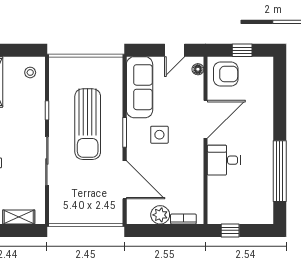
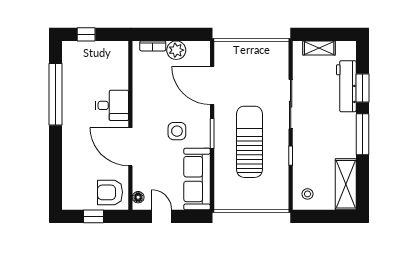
door: (175, 50) -> (162, 216), hinge flipped
door: (206, 119) -> (130, 147), hinge flipped
window: (230, 230) -> (86, 34), moved

